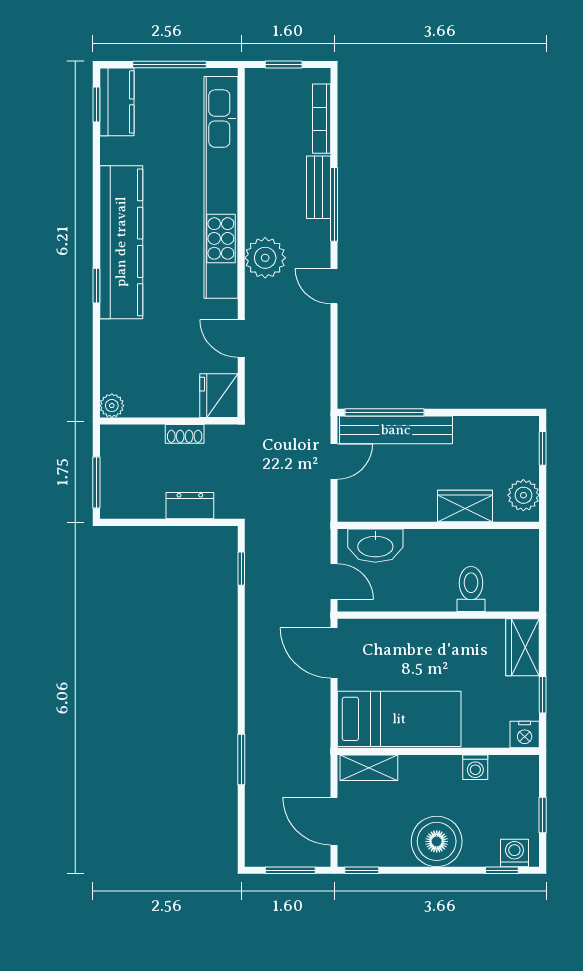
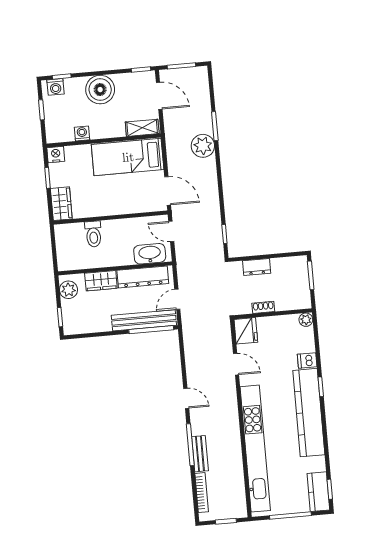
plant: (265, 258) -> (203, 146), moved
dishwasher: (116, 334) -> (307, 361), added
dresser: (391, 506) -> (143, 277), added

